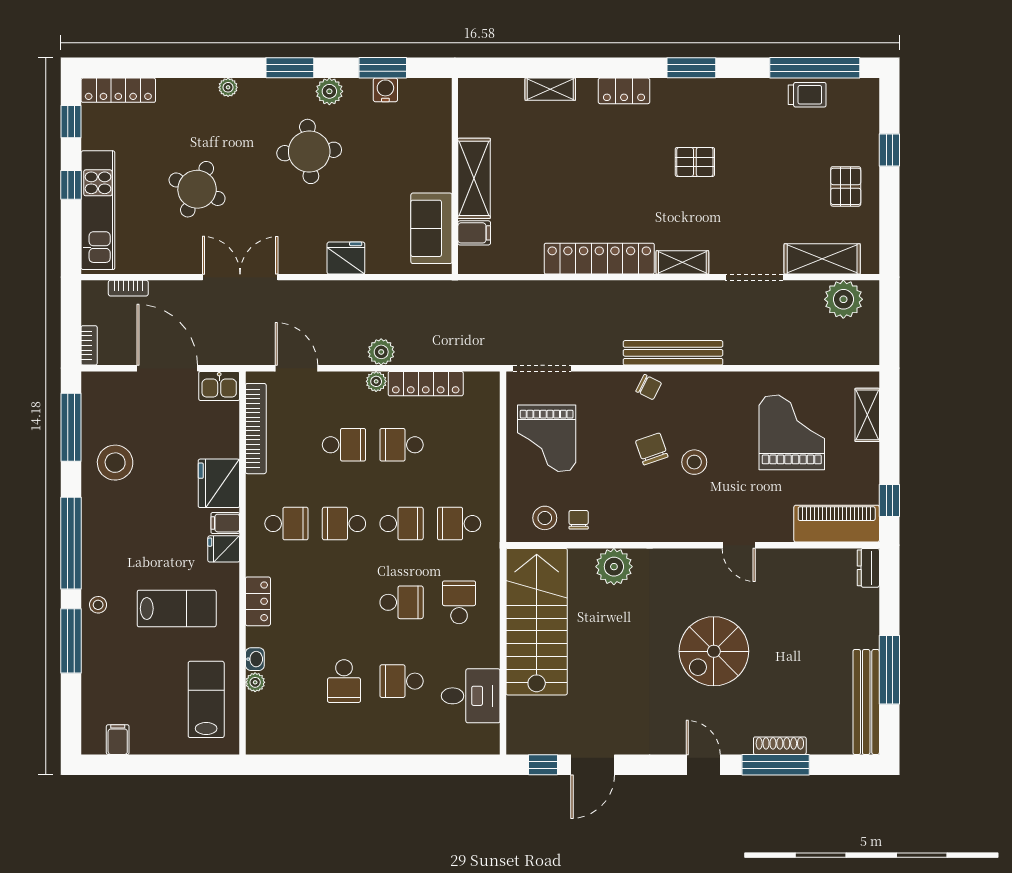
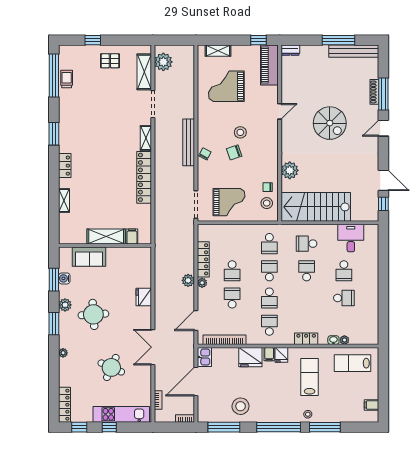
pallet: (695, 162) -> (98, 132), removed
sofa: (431, 228) -> (89, 257), moved

